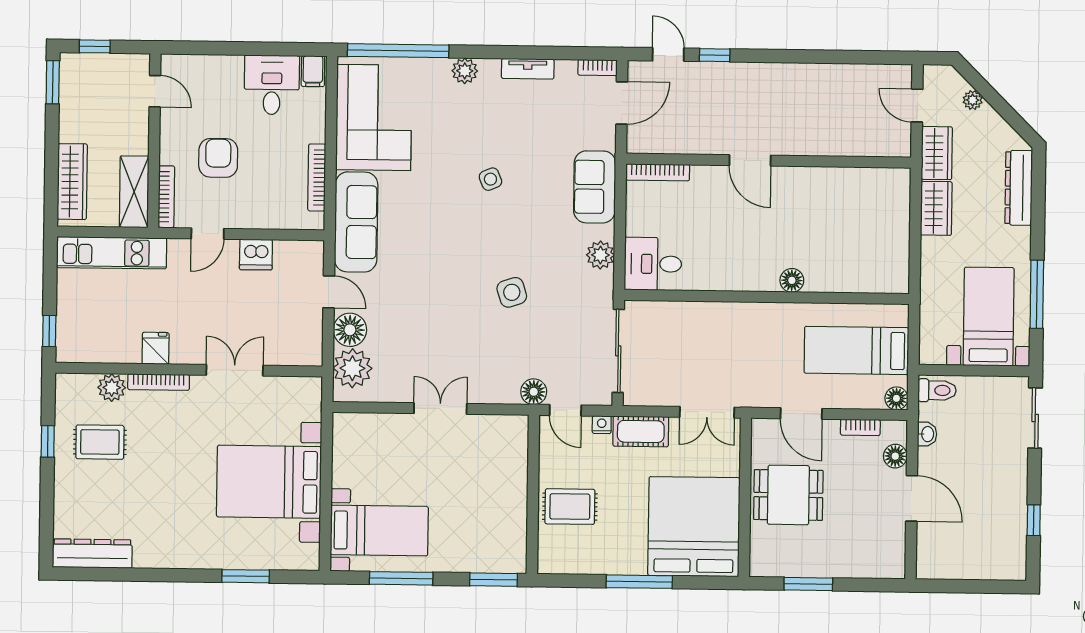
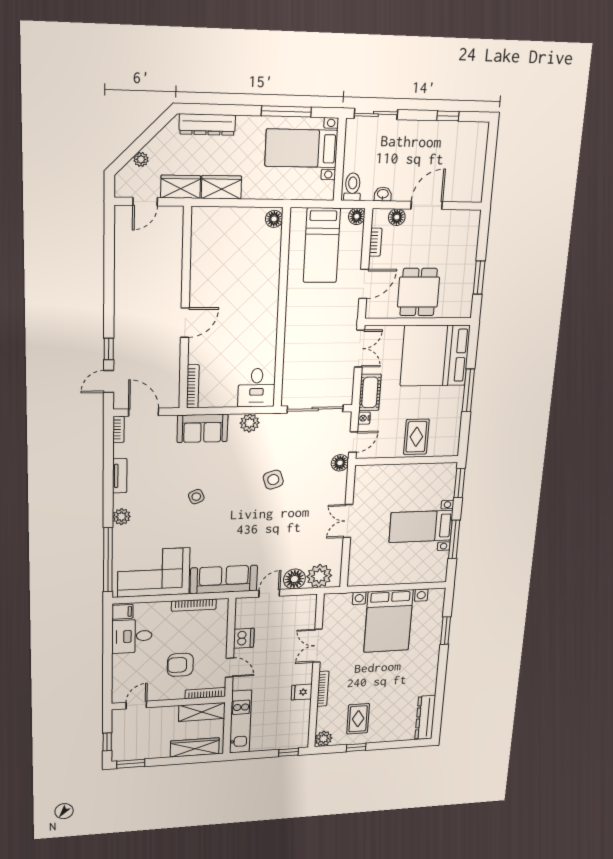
floor lamp: (792, 280) -> (274, 219), moved
plant: (112, 388) -> (323, 739), moved
bed with nightstands: (379, 531) -> (421, 526), moved, turned -90

